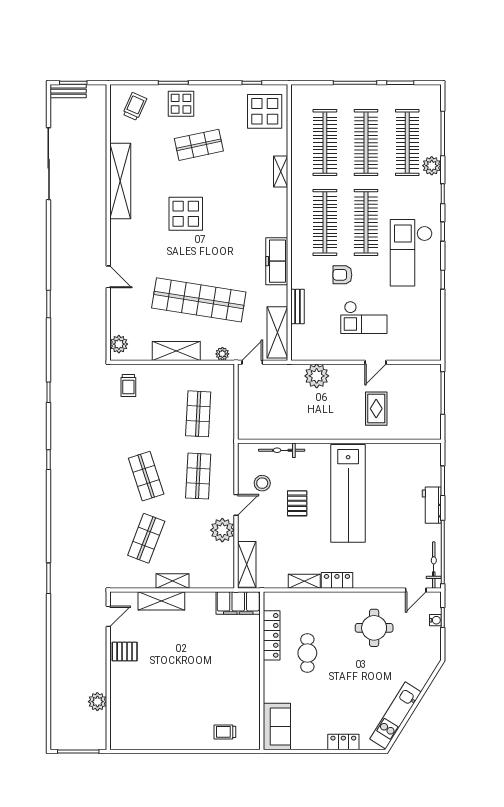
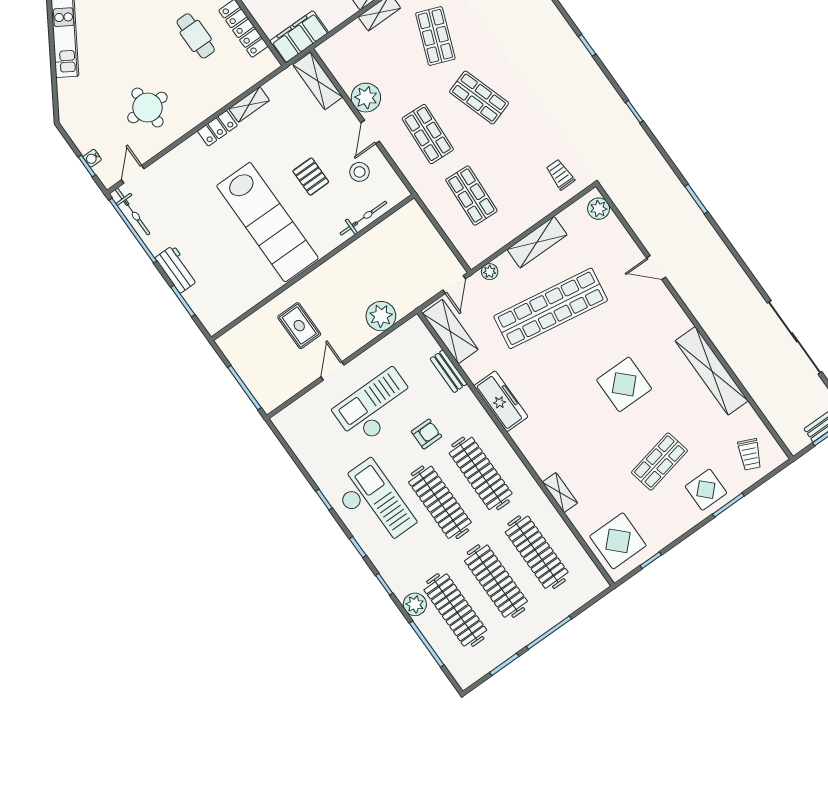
checkout: (364, 318) -> (375, 407), width x1.36, depth x1.21
lab bench: (348, 493) -> (267, 222), turned 180

